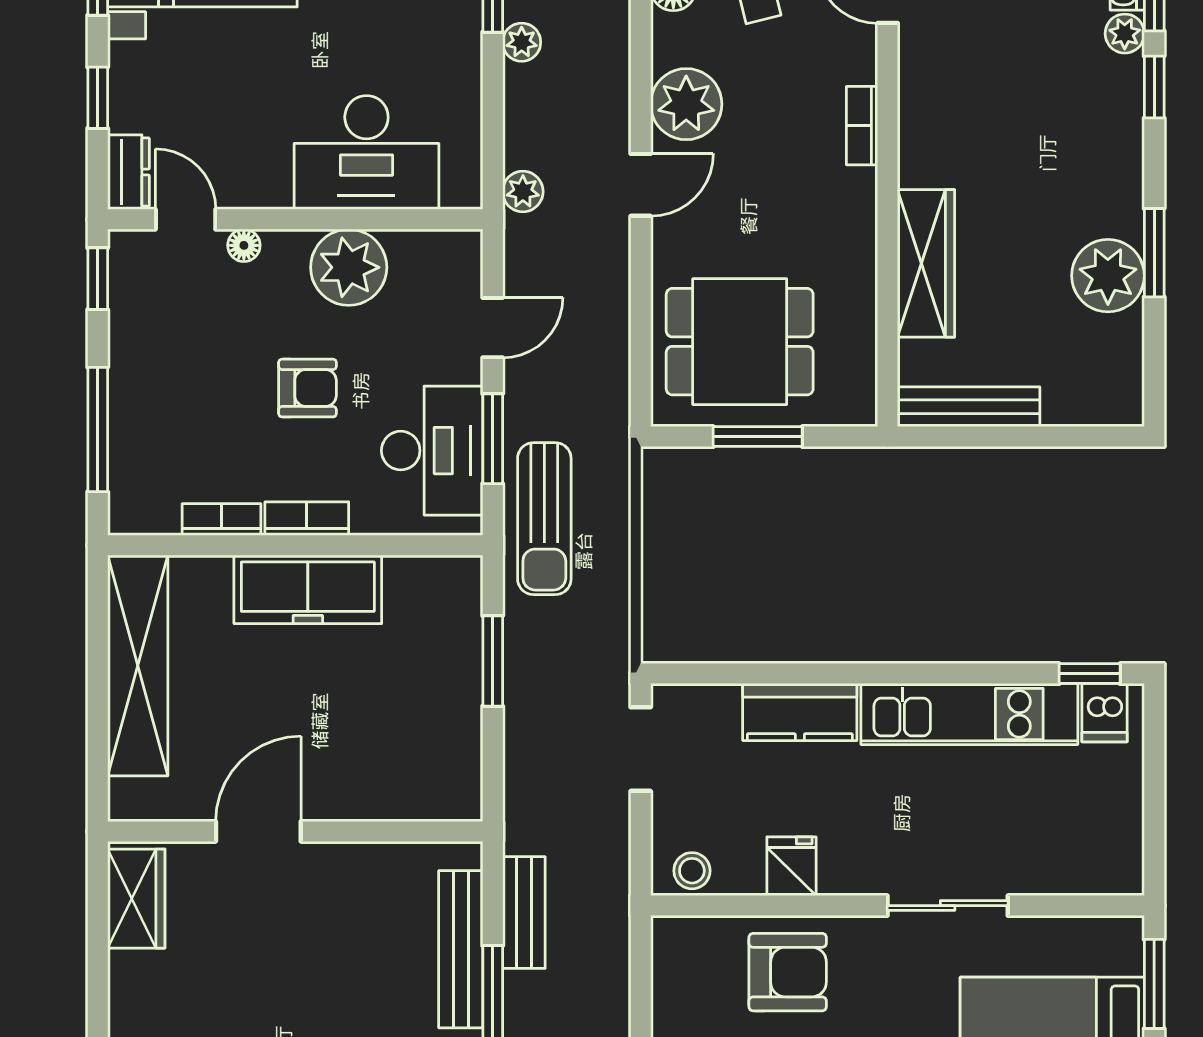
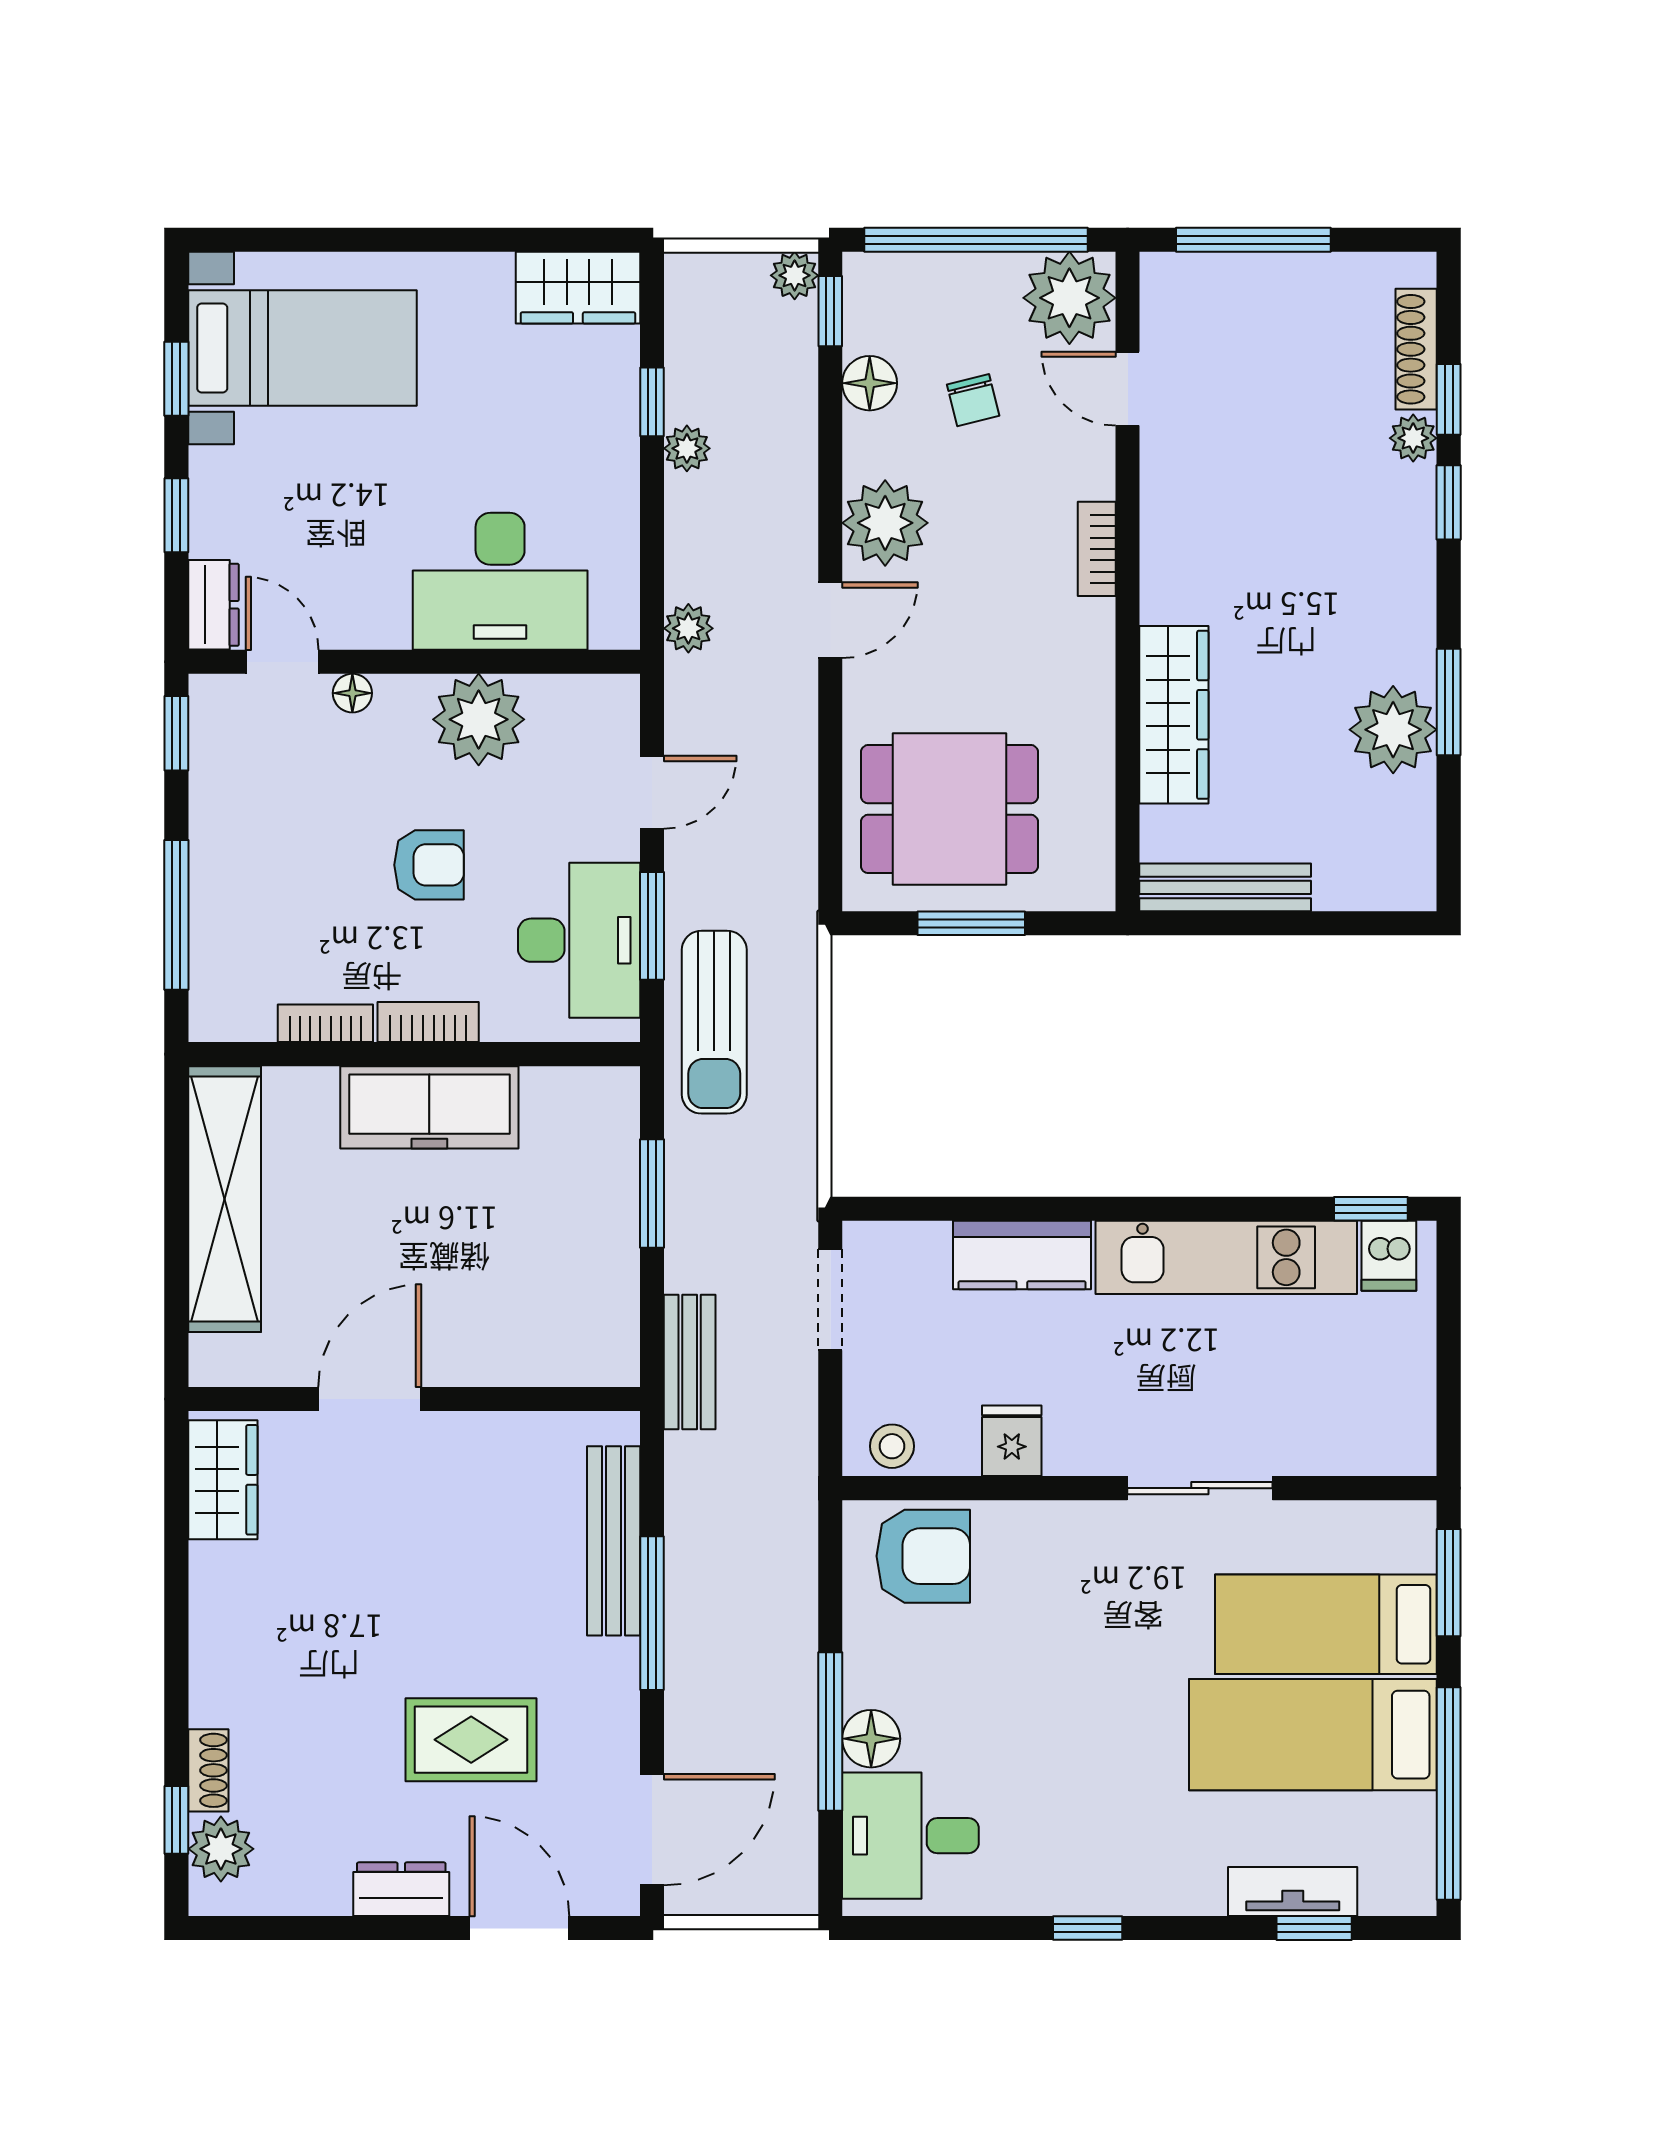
bench: (524, 913) -> (690, 1362), moved
armchair: (788, 972) -> (923, 1556), moved

